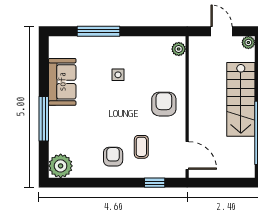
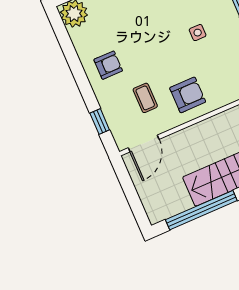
coffee table: (141, 147) -> (145, 98), moved, turned 90

